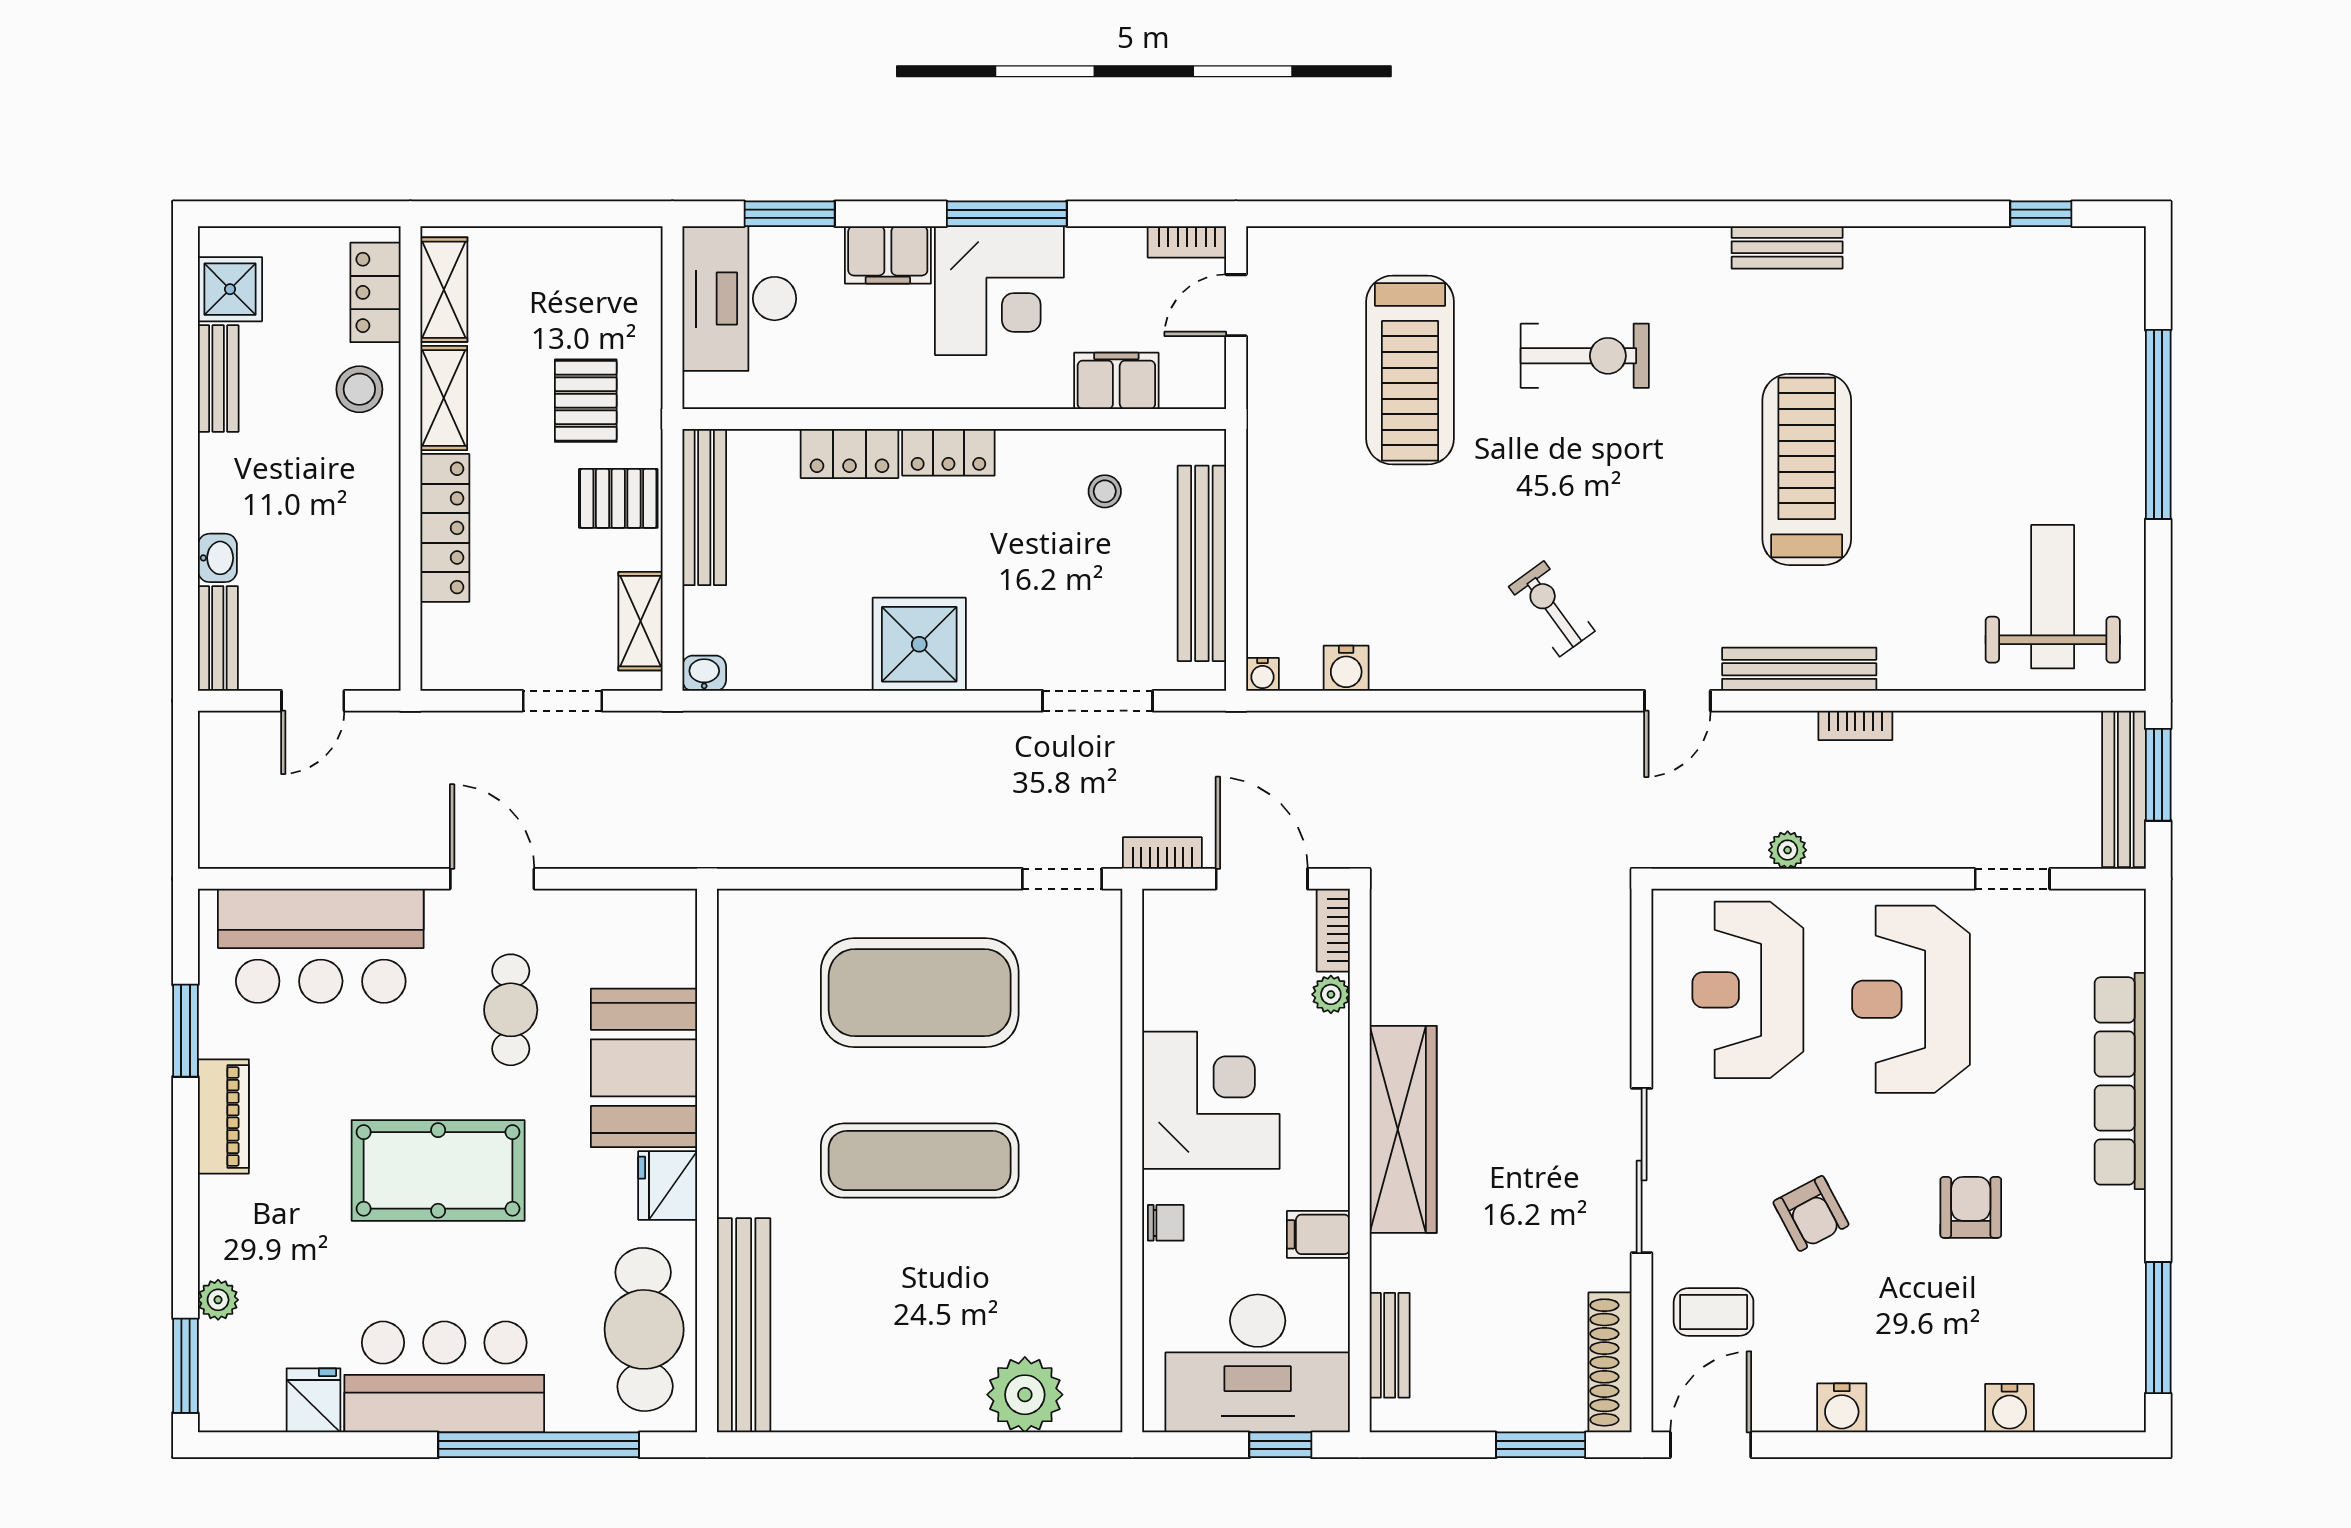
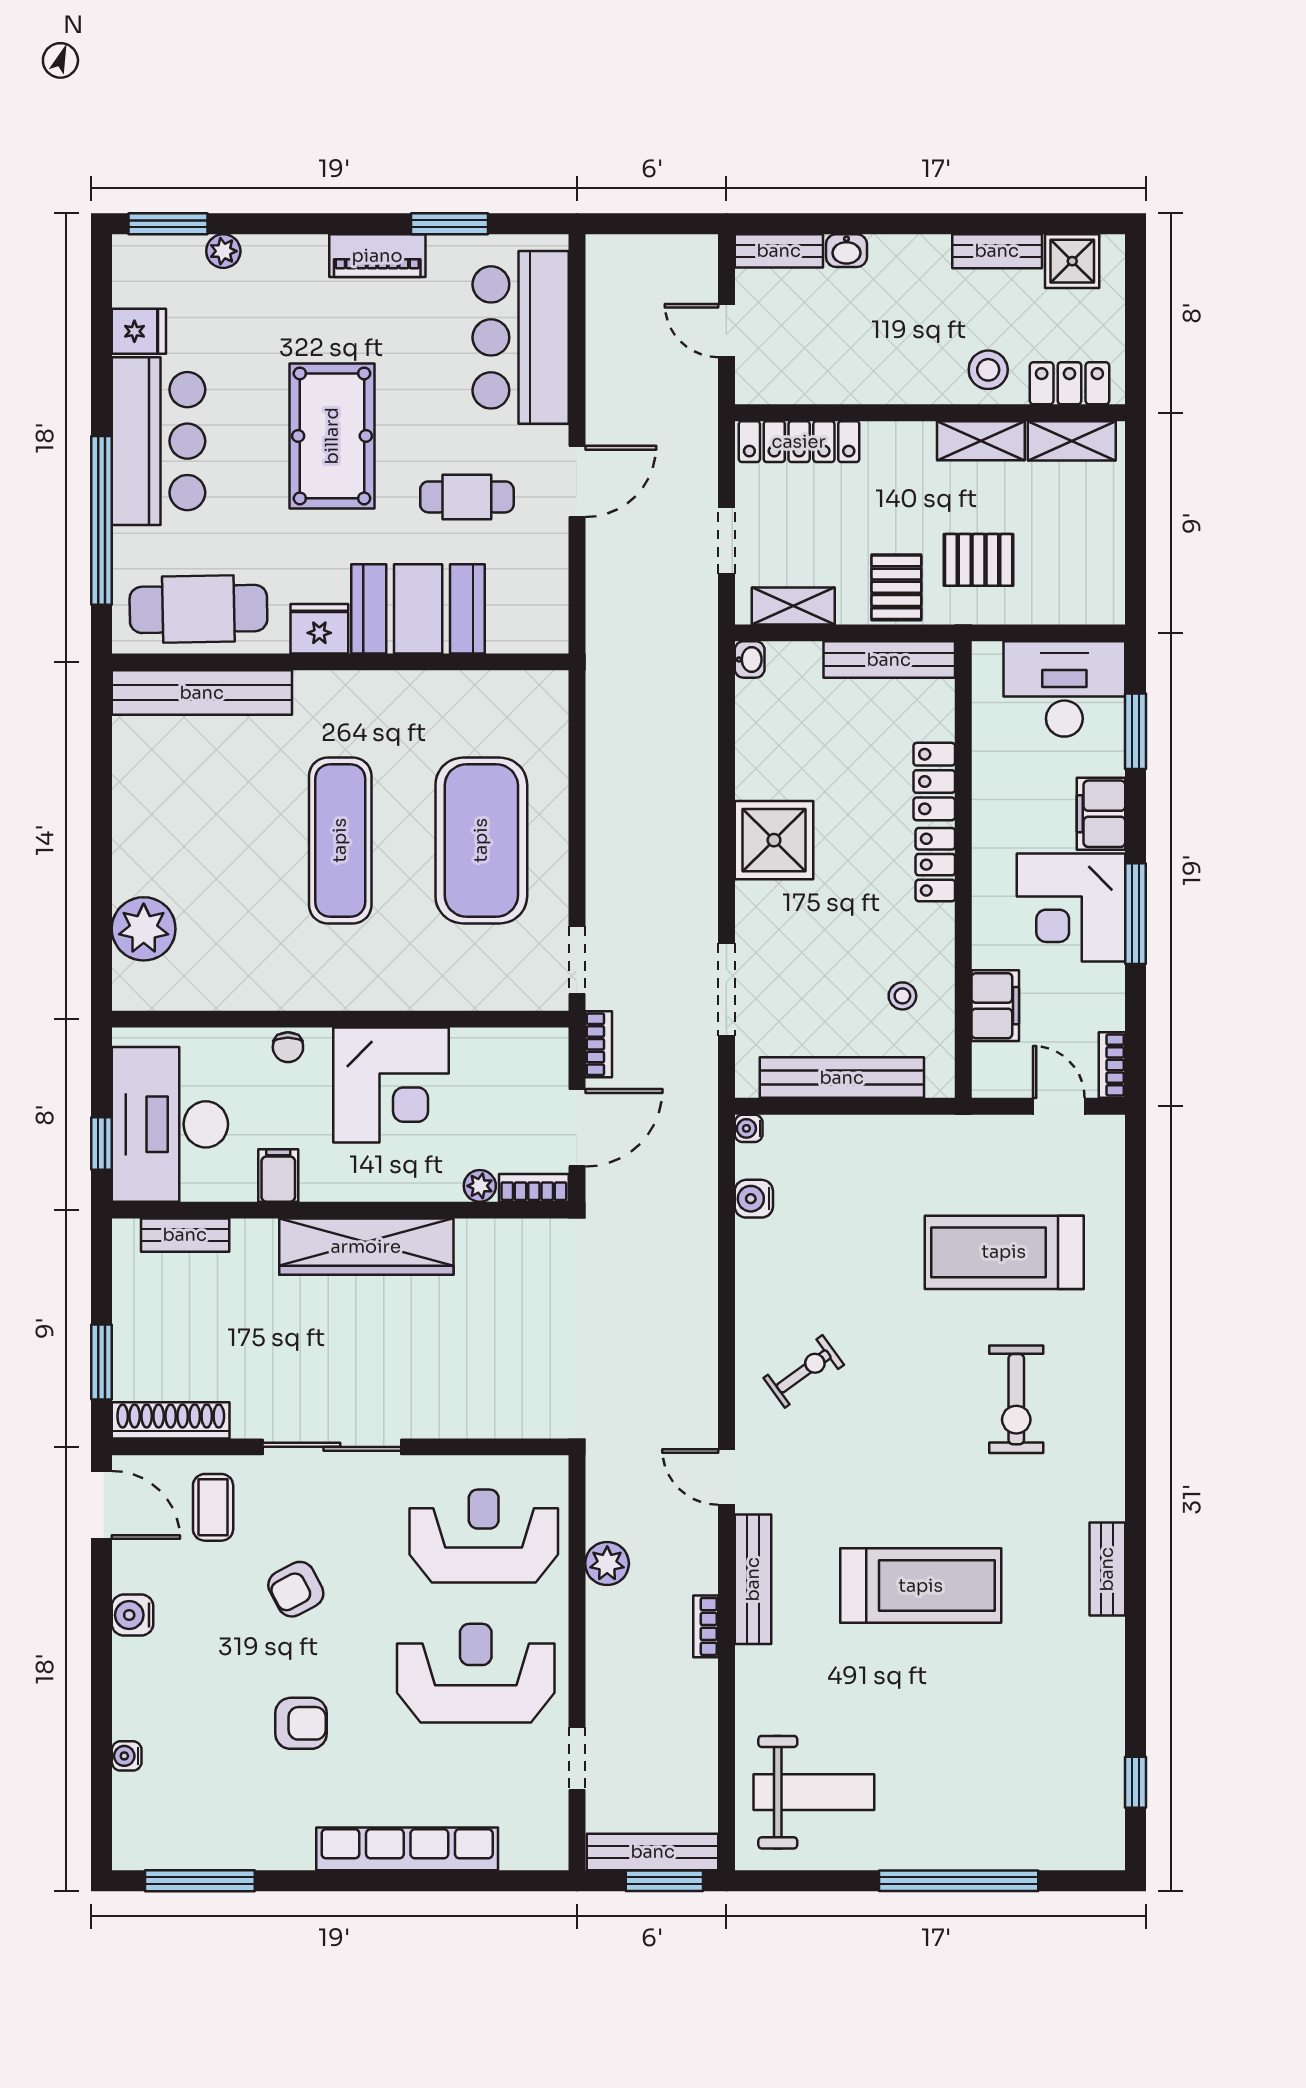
locker: (445, 528) -> (799, 442), moved
plant: (1788, 850) -> (607, 1564), width x1.38, depth x1.38
water cooler: (2010, 1408) -> (127, 1756), width x0.72, depth x0.72

